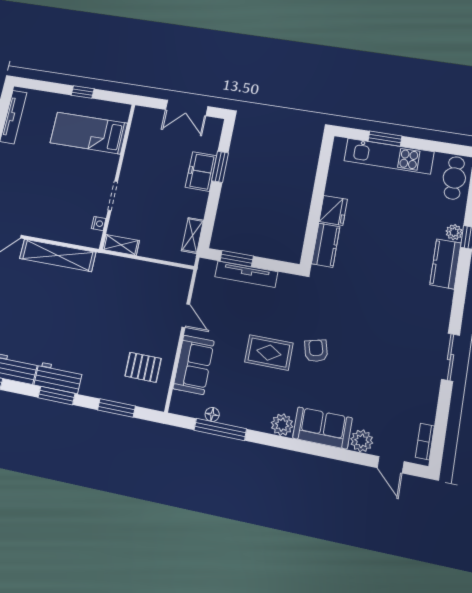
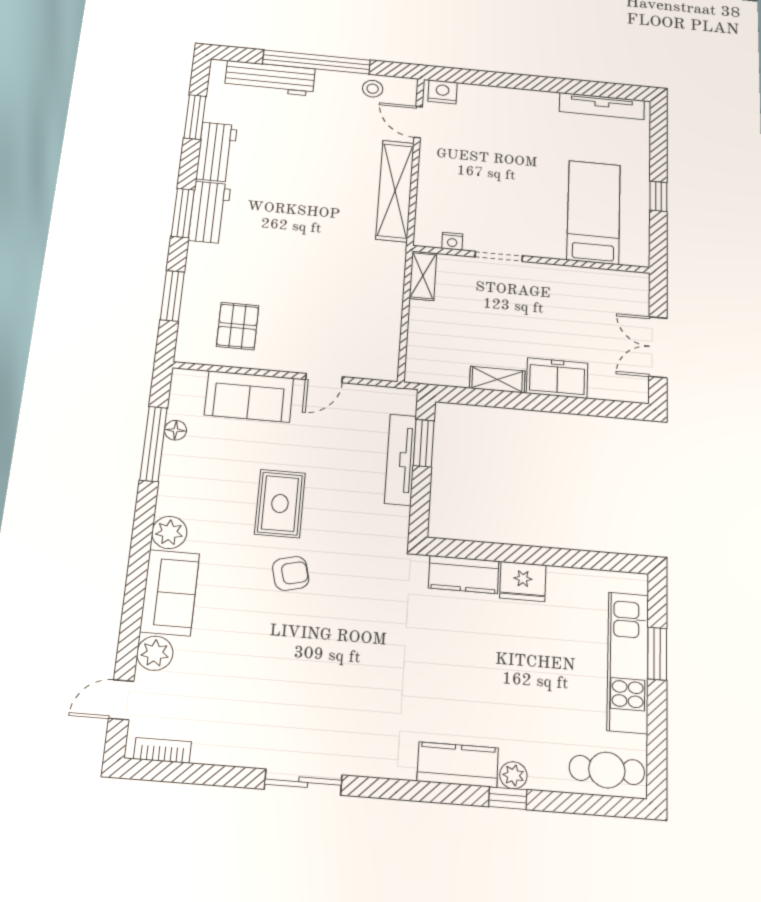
window: (220, 167) -> (569, 405), removed
shelving: (192, 235) -> (497, 380), moved

